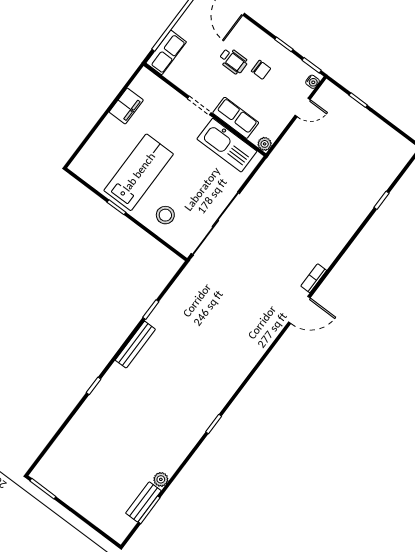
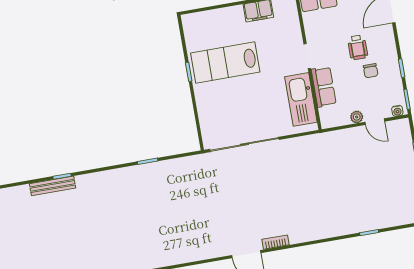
plant: (265, 144) -> (357, 117), moved
lab bench: (139, 172) -> (225, 62), turned 180
stool: (165, 215) -> (216, 108), removed
bench: (135, 345) -> (53, 186), moved

